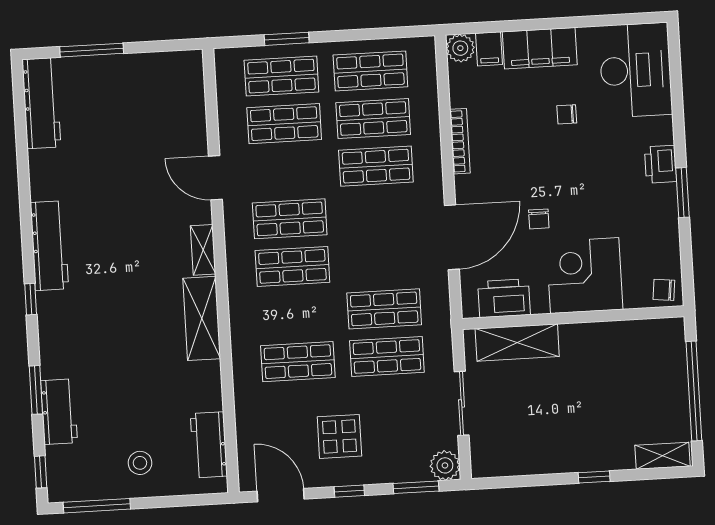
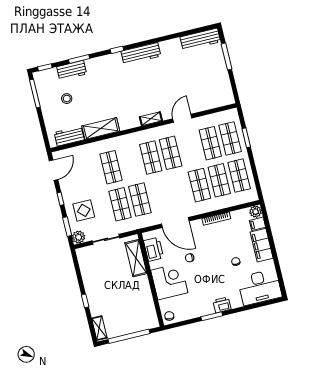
shelving: (202, 318) -> (101, 129), moved
display table: (339, 436) -> (84, 210), moved
stool: (140, 463) -> (67, 99), moved

